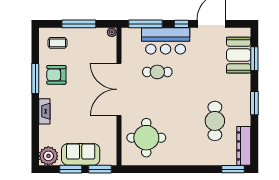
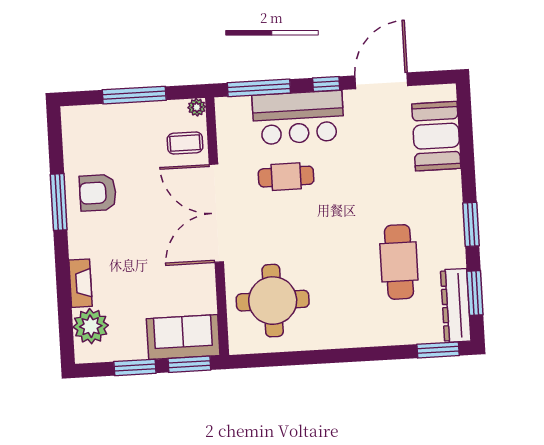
coffee table: (57, 43) -> (185, 143), moved
window: (254, 59) -> (475, 293), moved
fireplace: (44, 111) -> (81, 283), moved
sofa: (81, 154) -> (183, 337), moved
plant: (48, 156) -> (91, 326), moved

